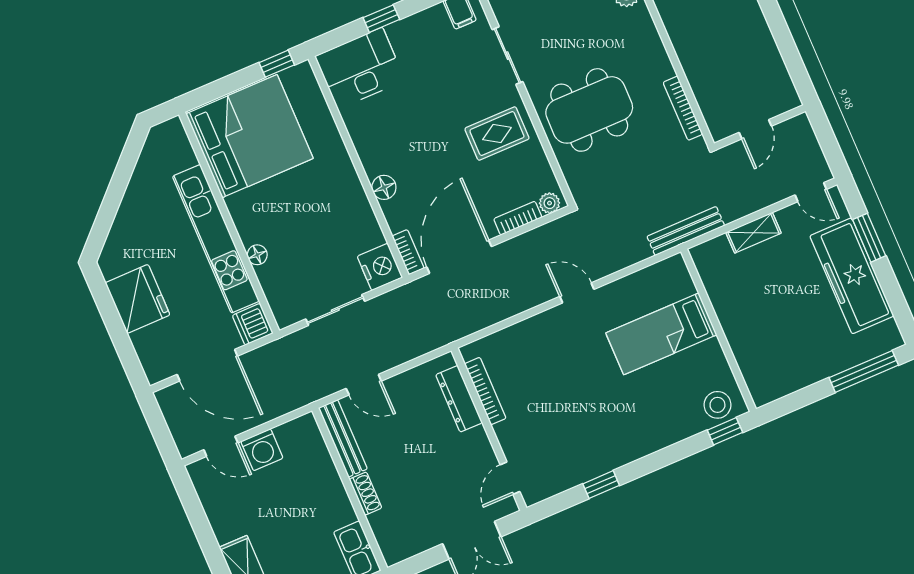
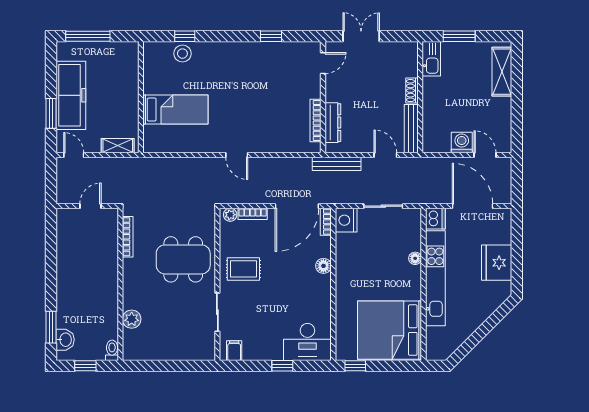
bench: (686, 231) -> (337, 164), moved
wall: (719, 330) -> (141, 97), moved
bed: (661, 334) -> (175, 110), moved

